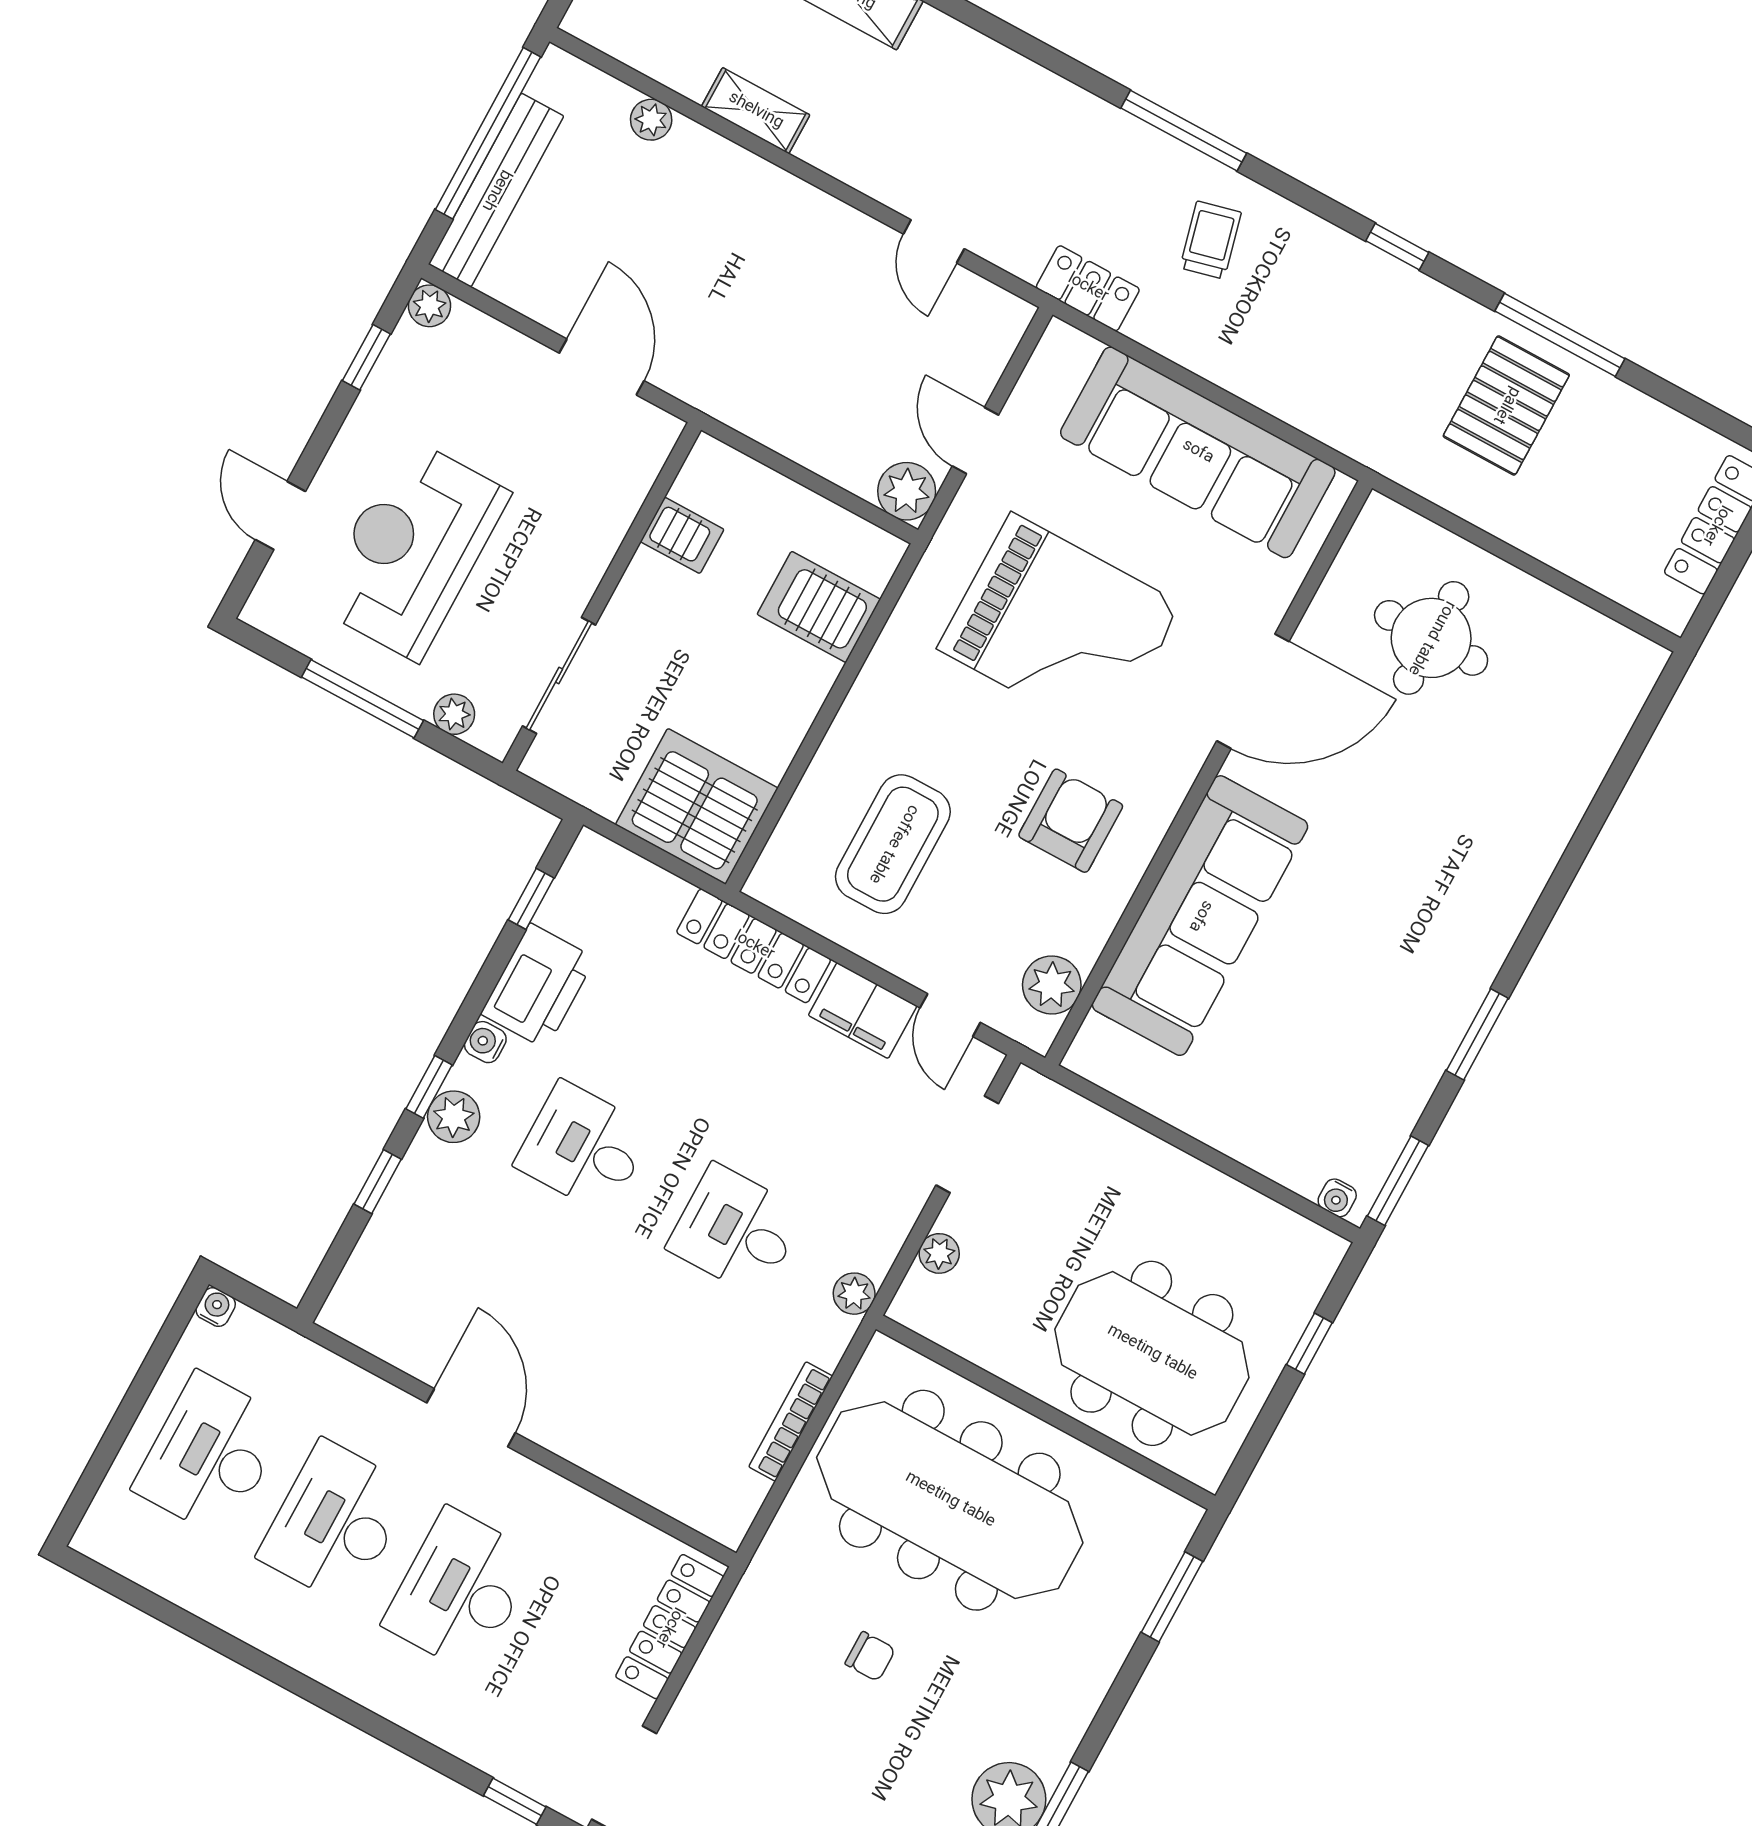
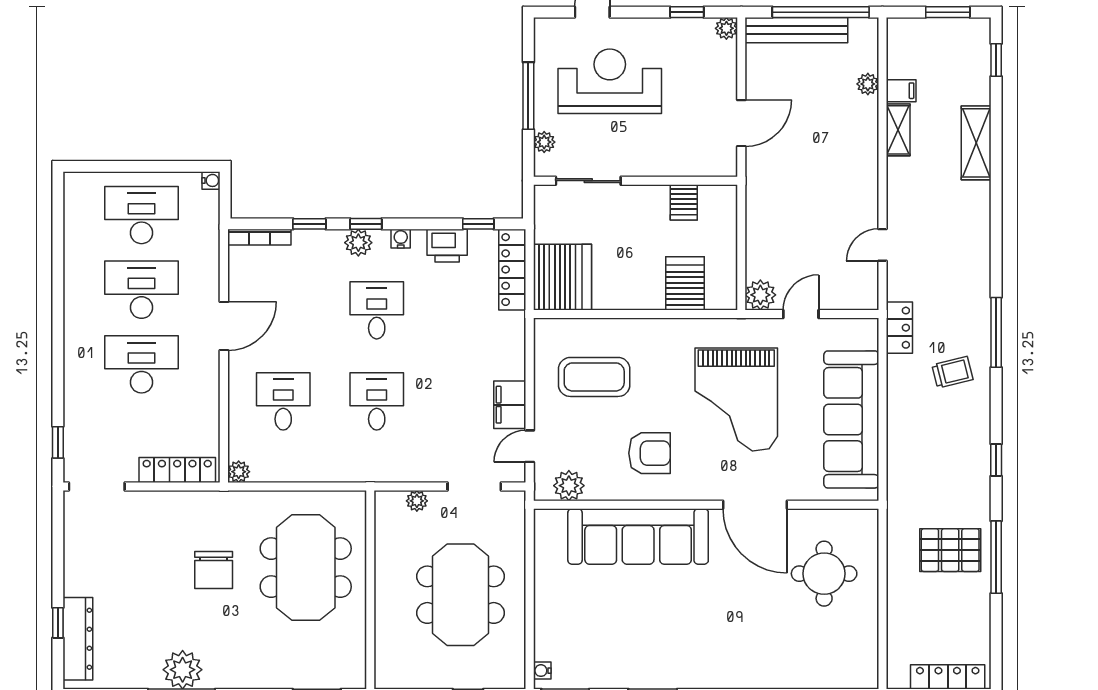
filing cabinet: (693, 70) -> (901, 91), added
locker: (754, 946) -> (512, 270), moved
printer: (538, 986) -> (447, 246), width x0.73, depth x0.84
plant: (854, 1294) -> (239, 472), moved
meeting table: (1152, 1353) -> (461, 595), moved
desk: (651, 1387) -> (283, 401), added
bookcase: (791, 1421) -> (259, 237), moved, turned 180
meeting table: (950, 1500) -> (306, 568), width x0.73
chair: (870, 1656) -> (214, 570), width x1.87, depth x1.87

